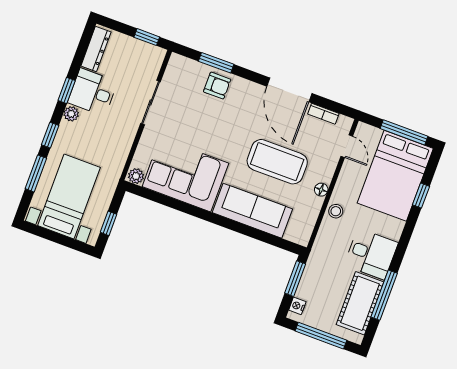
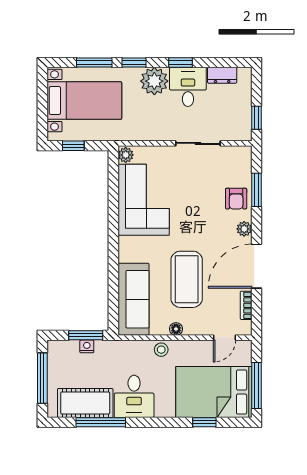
dresser: (96, 49) -> (222, 75), width x0.70
plant: (249, 88) -> (244, 229), added
plant: (71, 114) -> (154, 81), width x1.87, depth x1.87
sofa: (252, 211) -> (133, 299), moved
nightstand: (297, 306) -> (87, 346), moved

